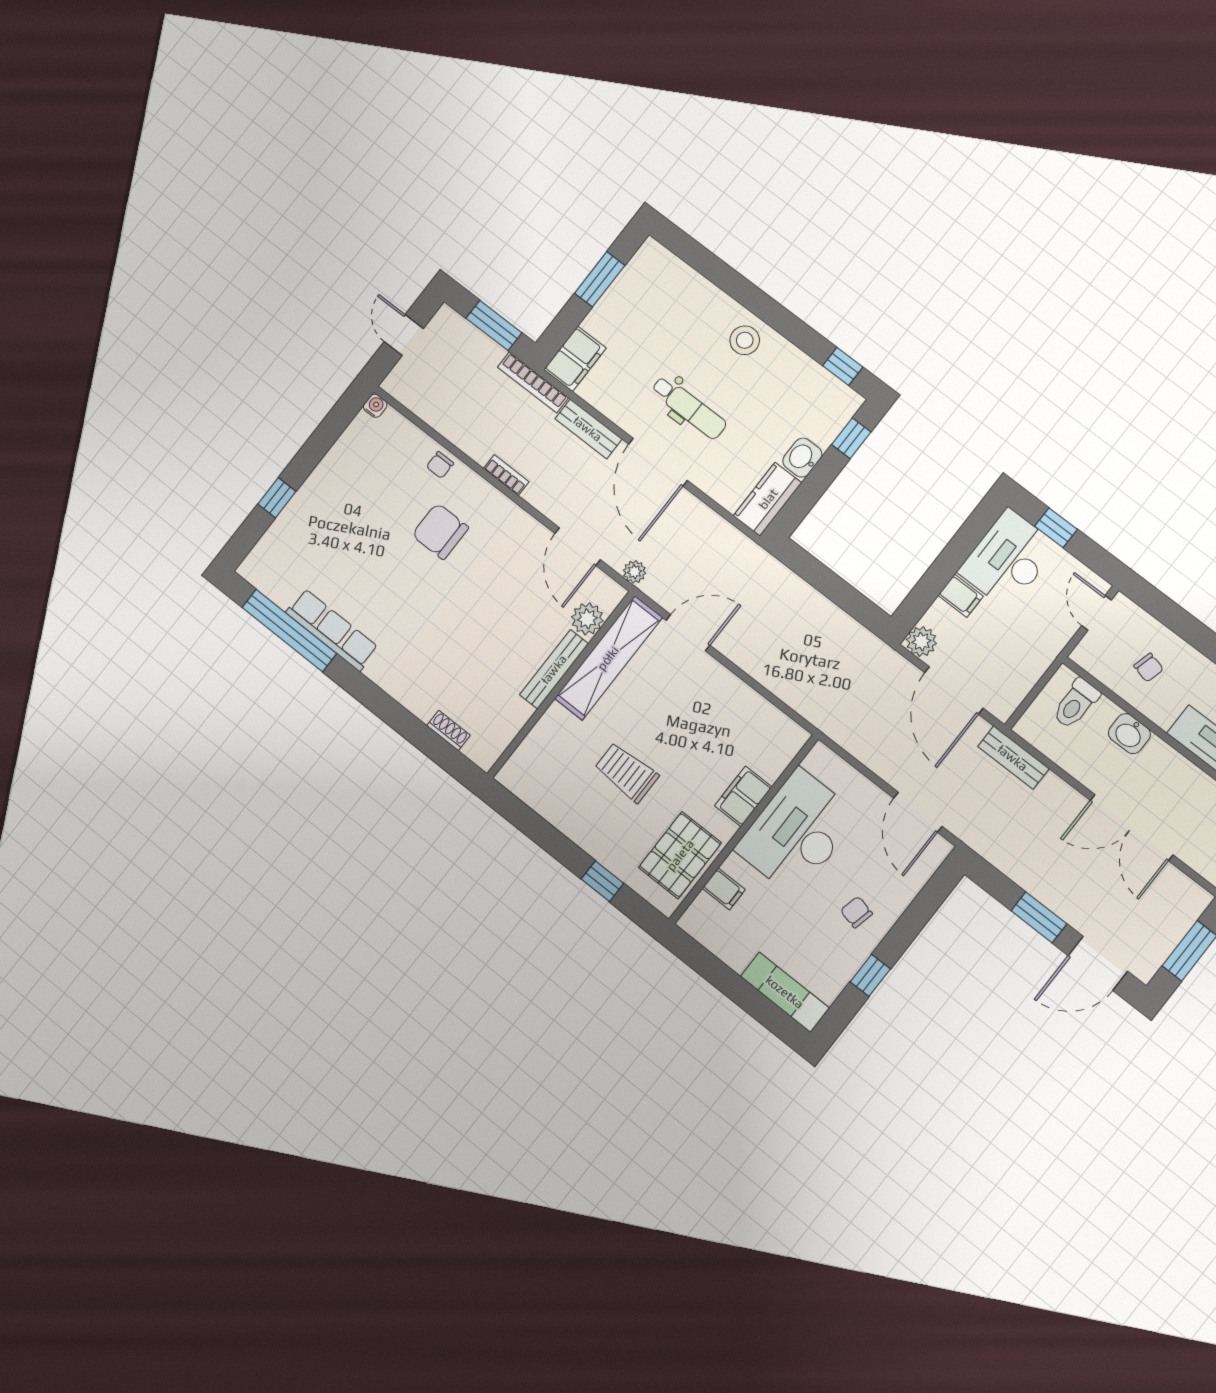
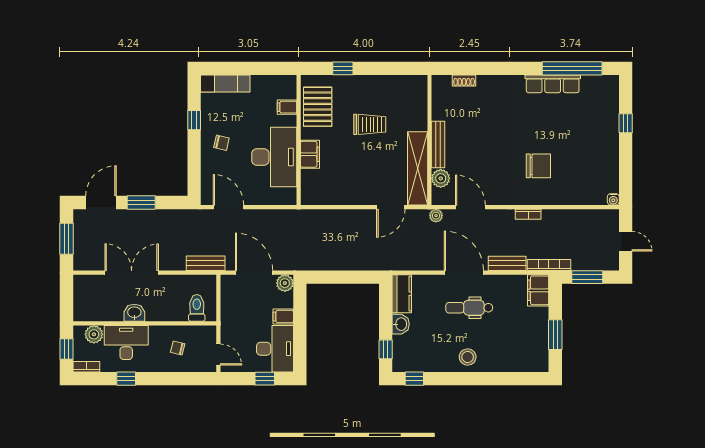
chair: (440, 465) -> (562, 195), removed
washbasin: (1129, 734) -> (134, 313), moved

